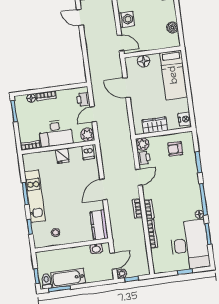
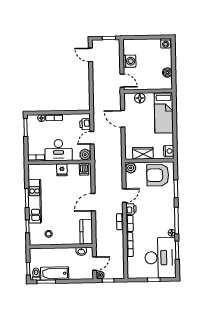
armchair: (175, 149) -> (158, 175), width x1.88, depth x1.88
printer: (144, 158) -> (131, 209), moved

